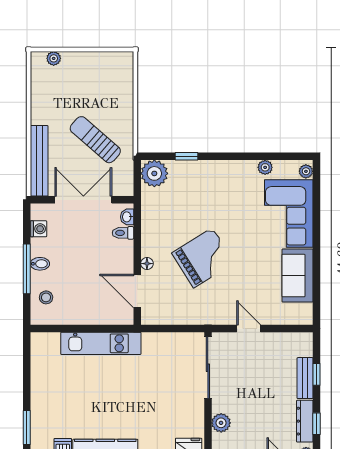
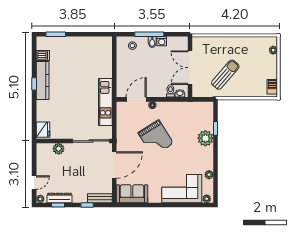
barbecue: (116, 60) -> (272, 87), added
bench: (39, 161) -> (213, 42), removed
plant: (154, 173) -> (205, 138), moved
double door: (83, 200) -> (190, 68), swing flipped
washing machine: (38, 229) -> (162, 41), moved
sofa: (298, 276) -> (132, 194), moved
door: (249, 328) -> (114, 165), width x1.87
kitchen unit: (101, 343) -> (105, 102), moved
bench: (305, 378) -> (100, 198), moved

